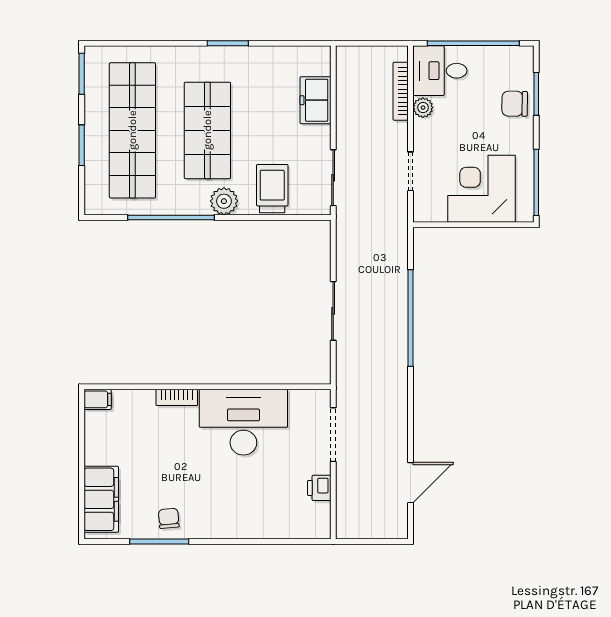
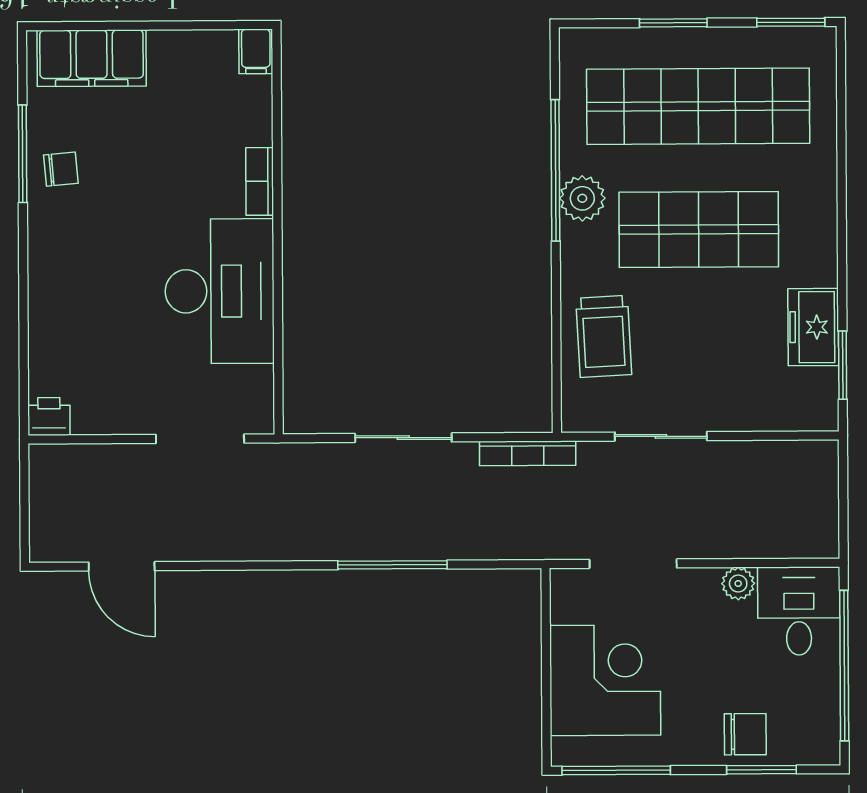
window: (228, 43) -> (843, 365), moved
bookcase: (401, 91) -> (528, 453), moved, turned 180
freezer: (315, 100) -> (813, 327), moved, turned -90
chair: (515, 104) -> (745, 734), turned 89
doorway: (411, 171) -> (633, 564), width x1.38
sliding door: (333, 178) -> (661, 436), moved
trolley: (272, 189) -> (604, 336), turned 87
plant: (224, 201) -> (582, 198), moved
window: (411, 318) -> (392, 565), width x0.68
printer: (319, 488) -> (49, 417), moved

